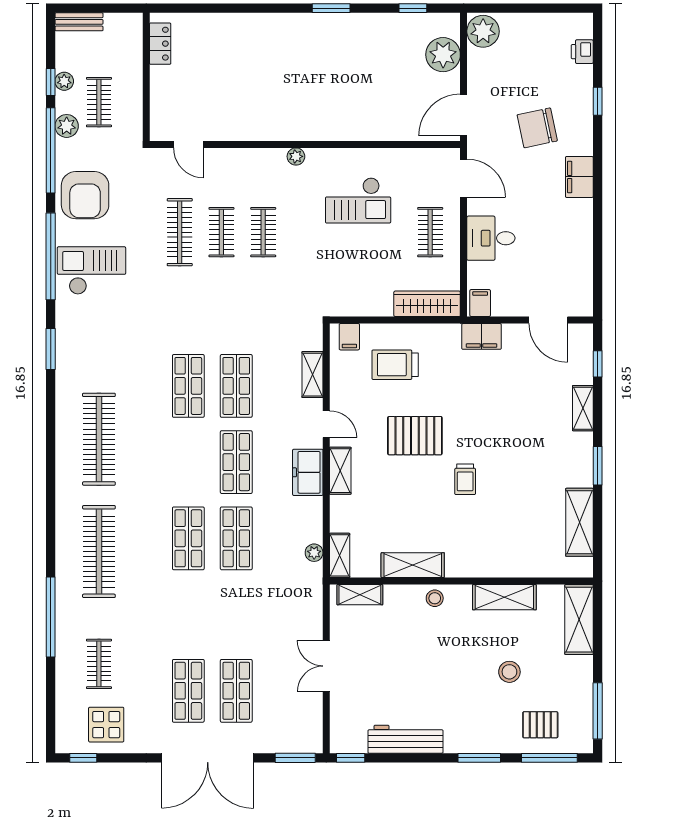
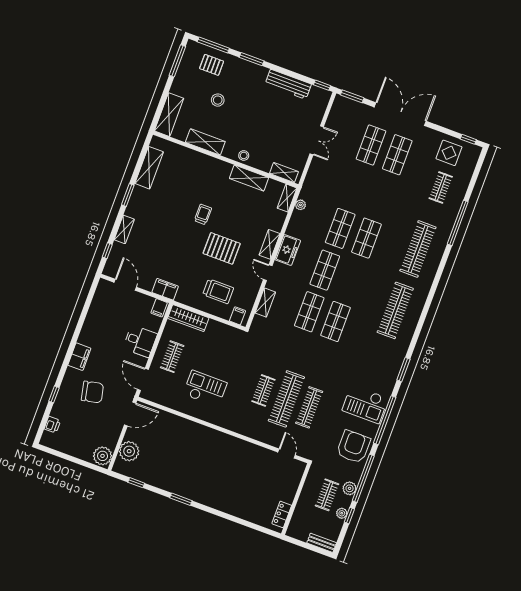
plant: (296, 156) -> (230, 425), removed
clothes rail: (221, 232) -> (286, 399), width x1.86, depth x1.31

